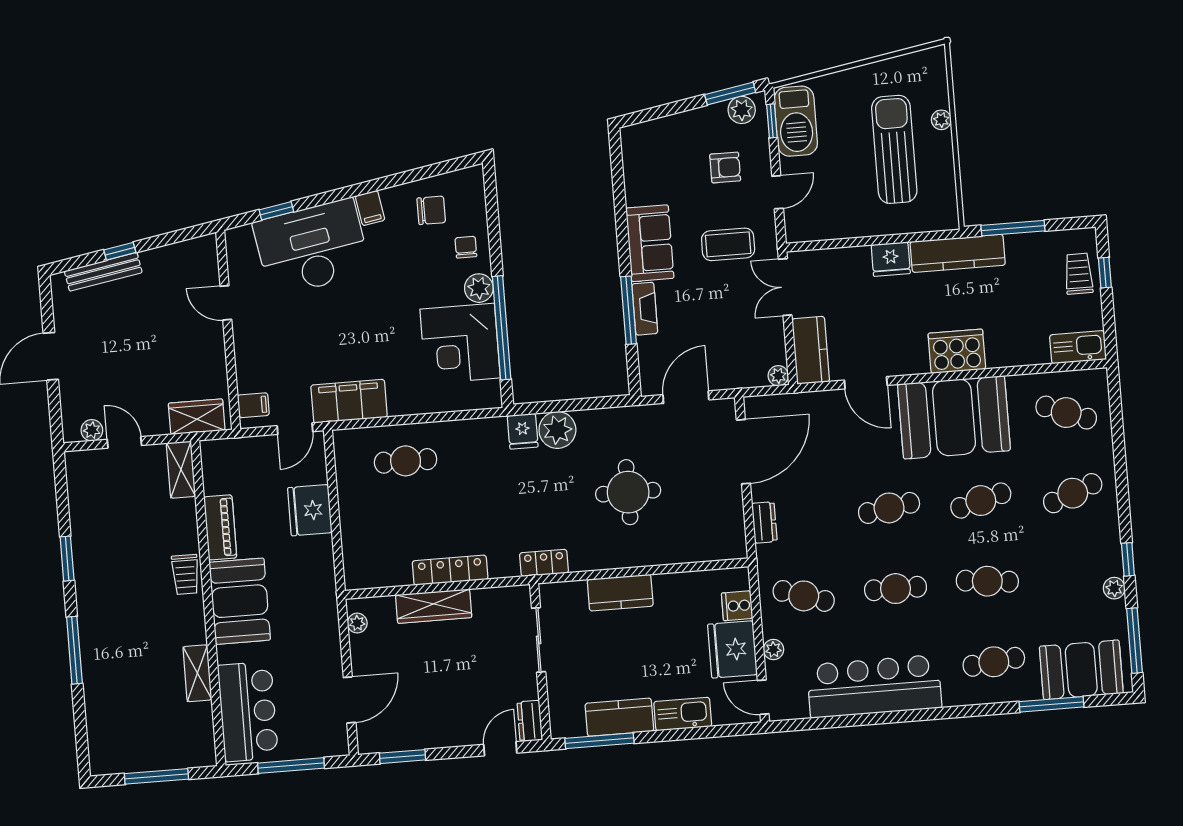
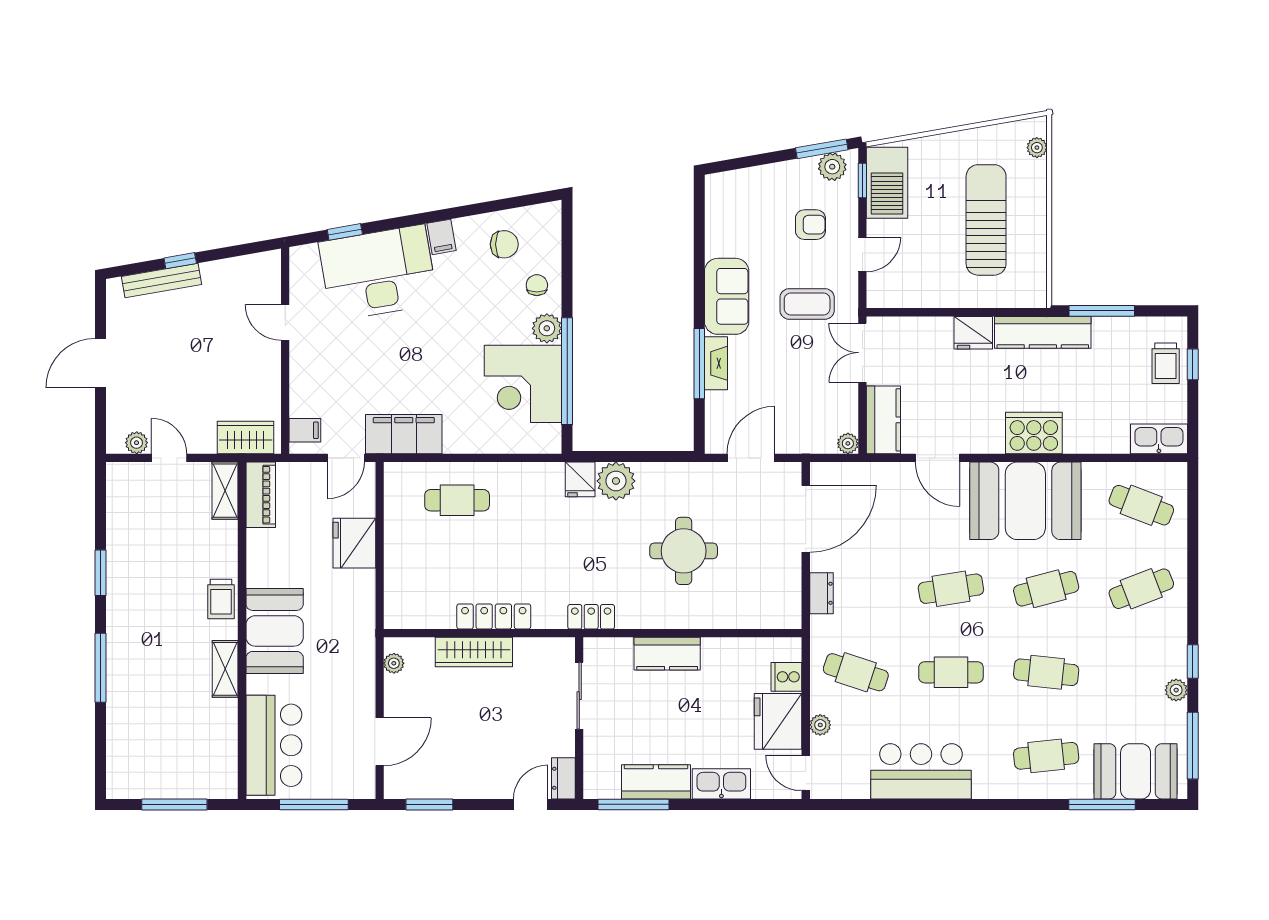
plant: (941, 120) -> (1037, 148), moved
trolley: (1079, 274) -> (1166, 363), turned 180
piano: (220, 527) -> (261, 495), moved
shelving: (197, 673) -> (225, 669), moved
bar counter: (874, 686) -> (921, 771), width x0.73

